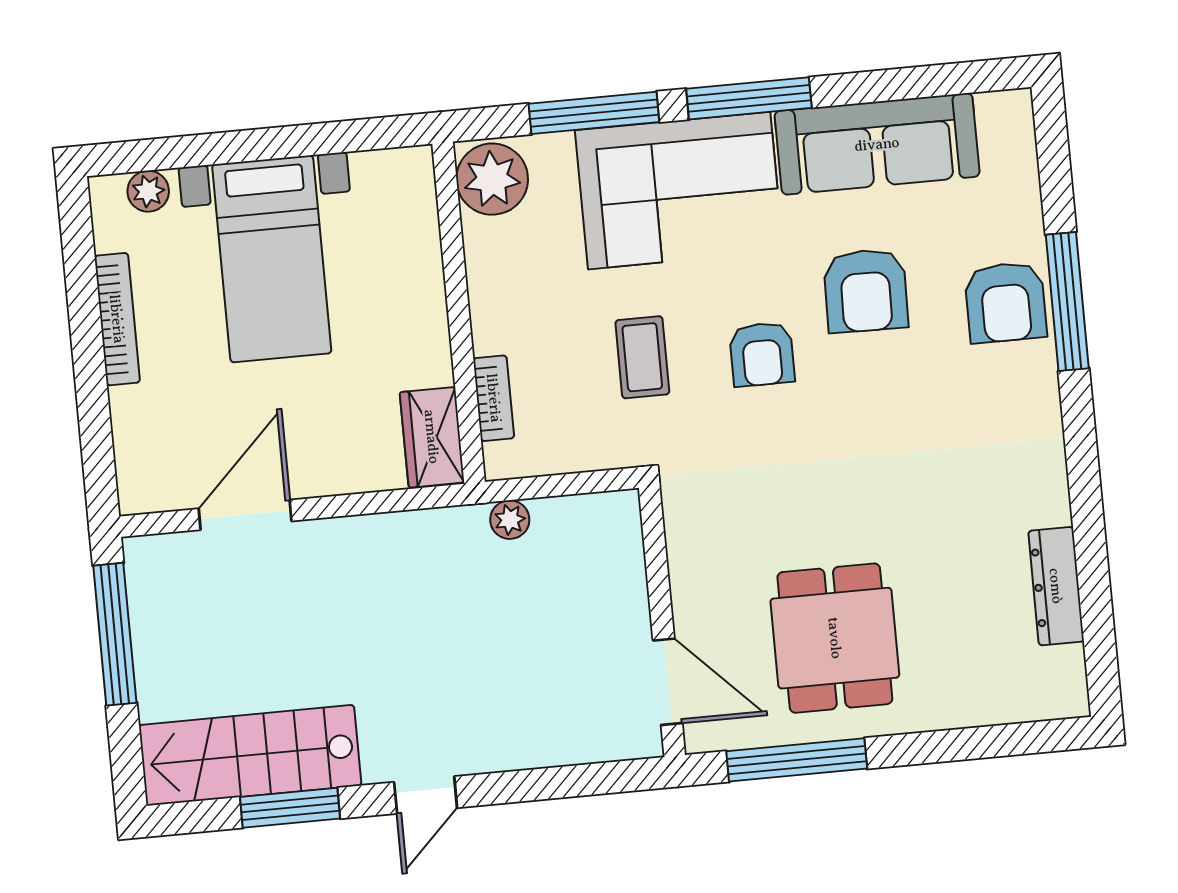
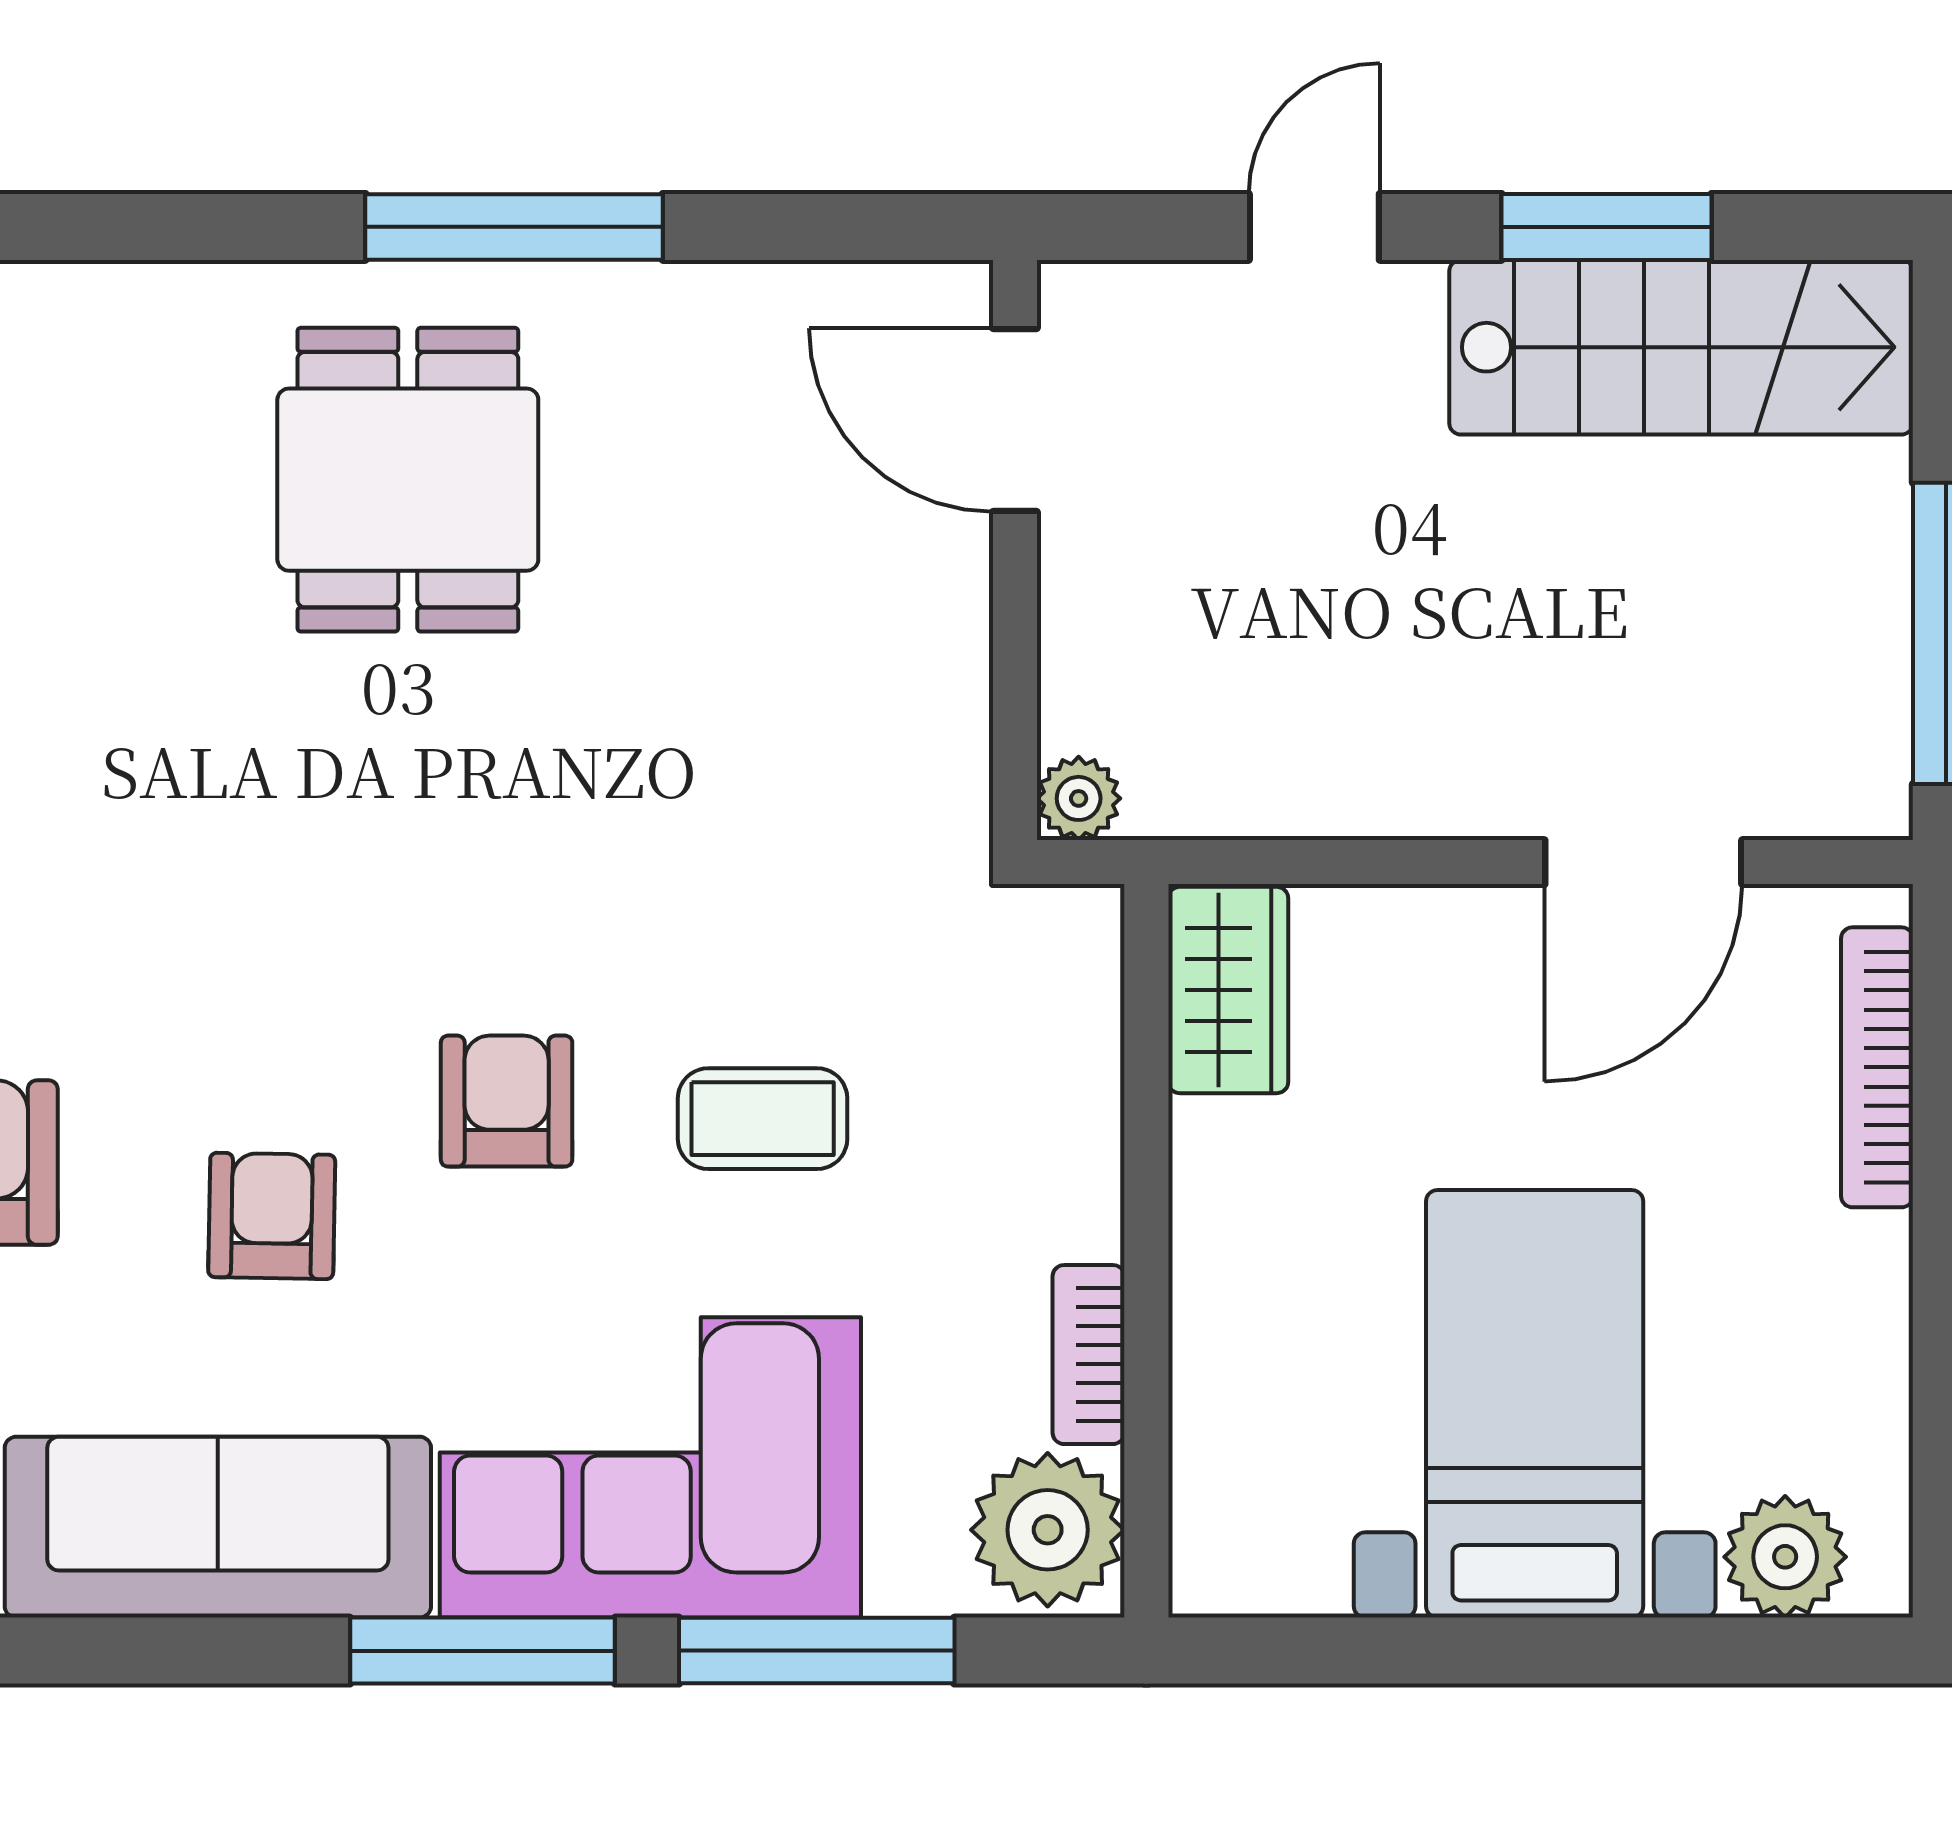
plant: (148, 191) -> (1785, 1557), width x1.38, depth x1.38
armchair: (866, 291) -> (272, 1216), width x0.72, depth x0.72
bookcase: (117, 319) -> (1877, 1067), moved
coffee table: (642, 357) -> (763, 1119), turned 90
bookcase: (494, 398) -> (1089, 1355), moved
wall: (662, 622) -> (1015, 550), moved
door: (668, 682) -> (1015, 420), moved

